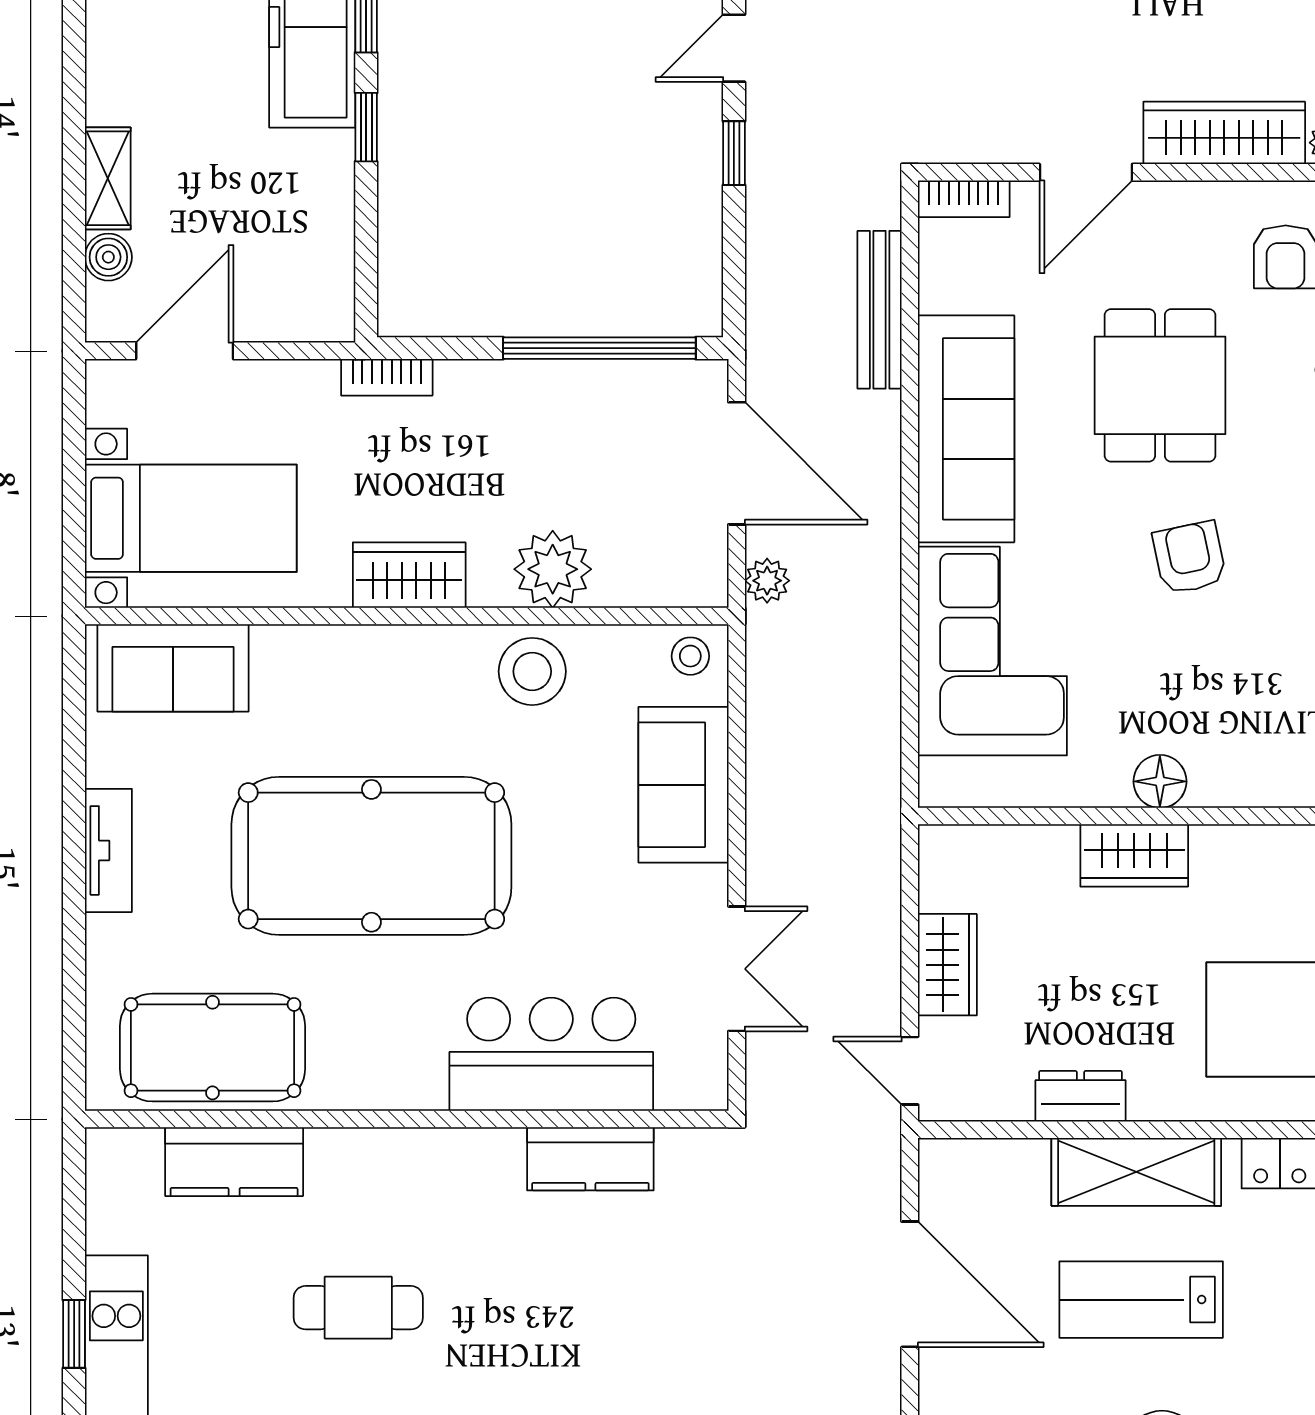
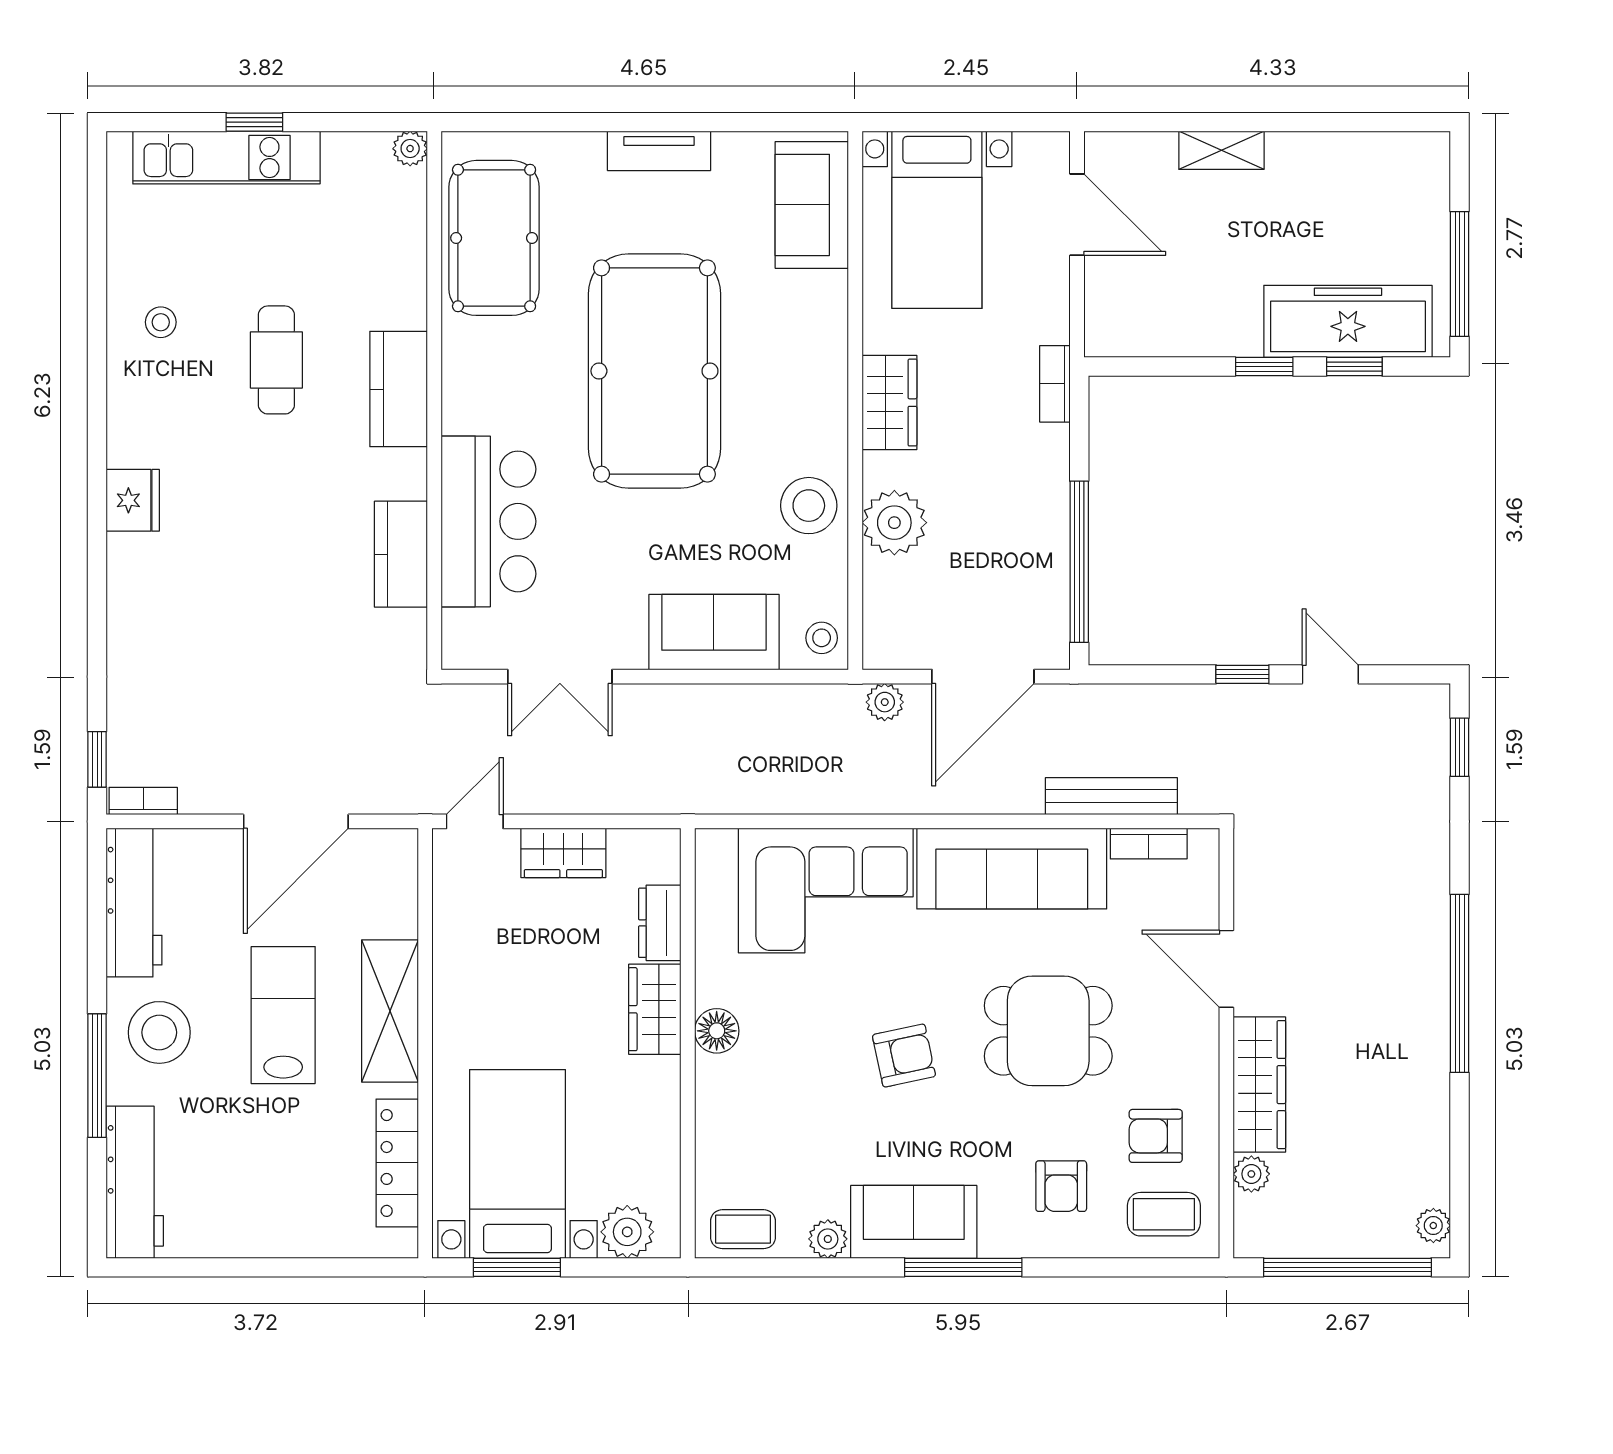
bookcase: (964, 199) -> (1149, 844), moved, turned -90
boiler: (108, 257) -> (1155, 151), removed
dresser: (1081, 1096) -> (660, 923), moved, turned 180
plant: (106, 1148) -> (410, 149), added
kitchen counter: (234, 1162) -> (399, 389), moved

